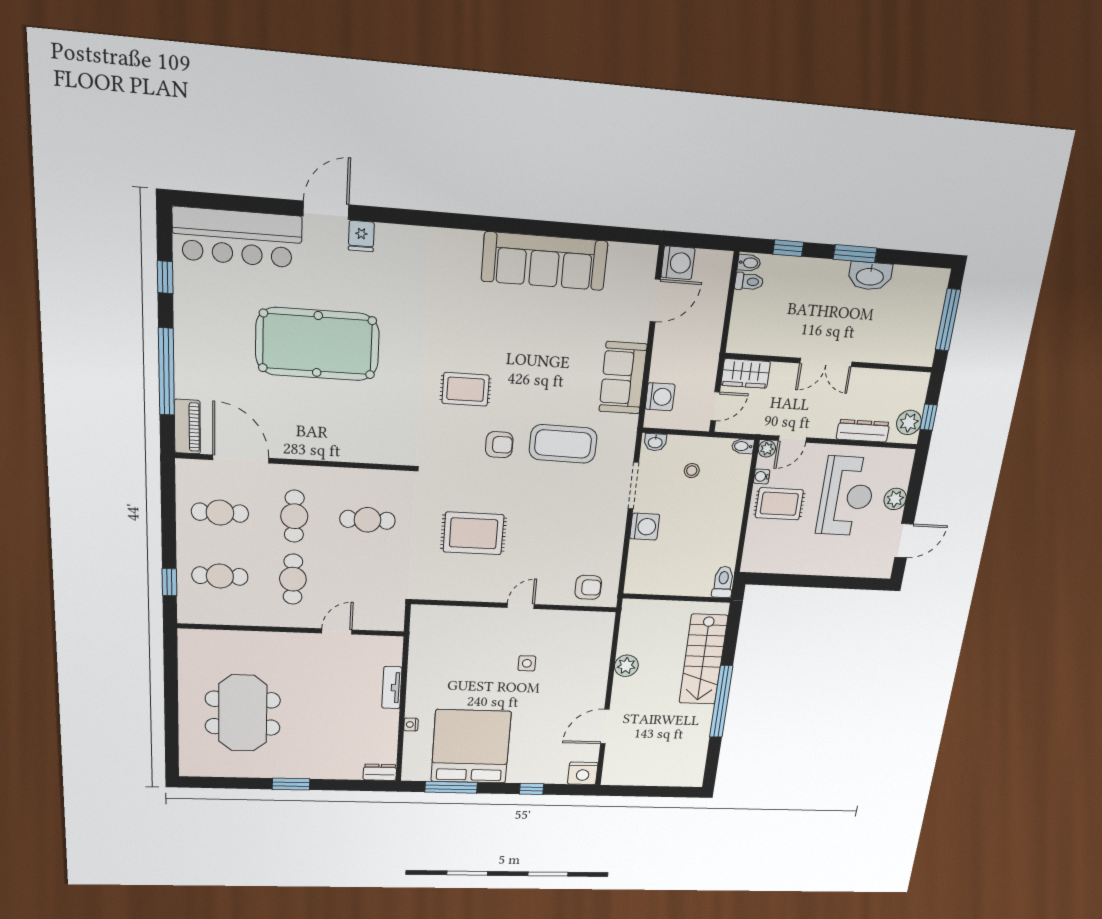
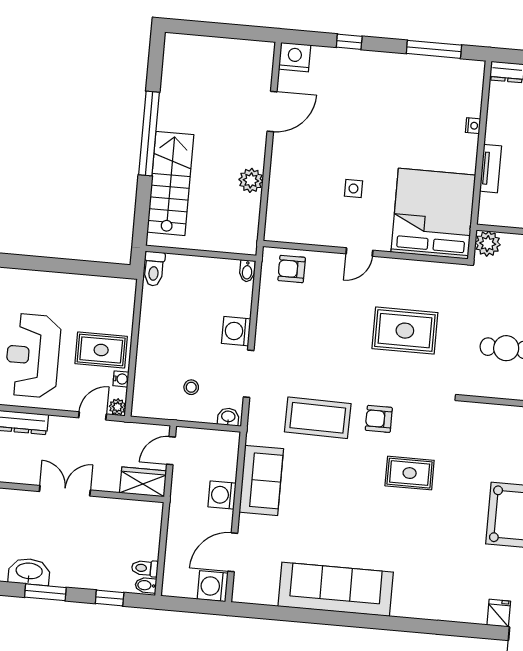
washing machine: (660, 397) -> (222, 495), moved
bidet: (743, 446) -> (247, 271), moved, turned 90
plant: (392, 619) -> (488, 244), added
bed: (471, 747) -> (433, 214), moved, turned 180

